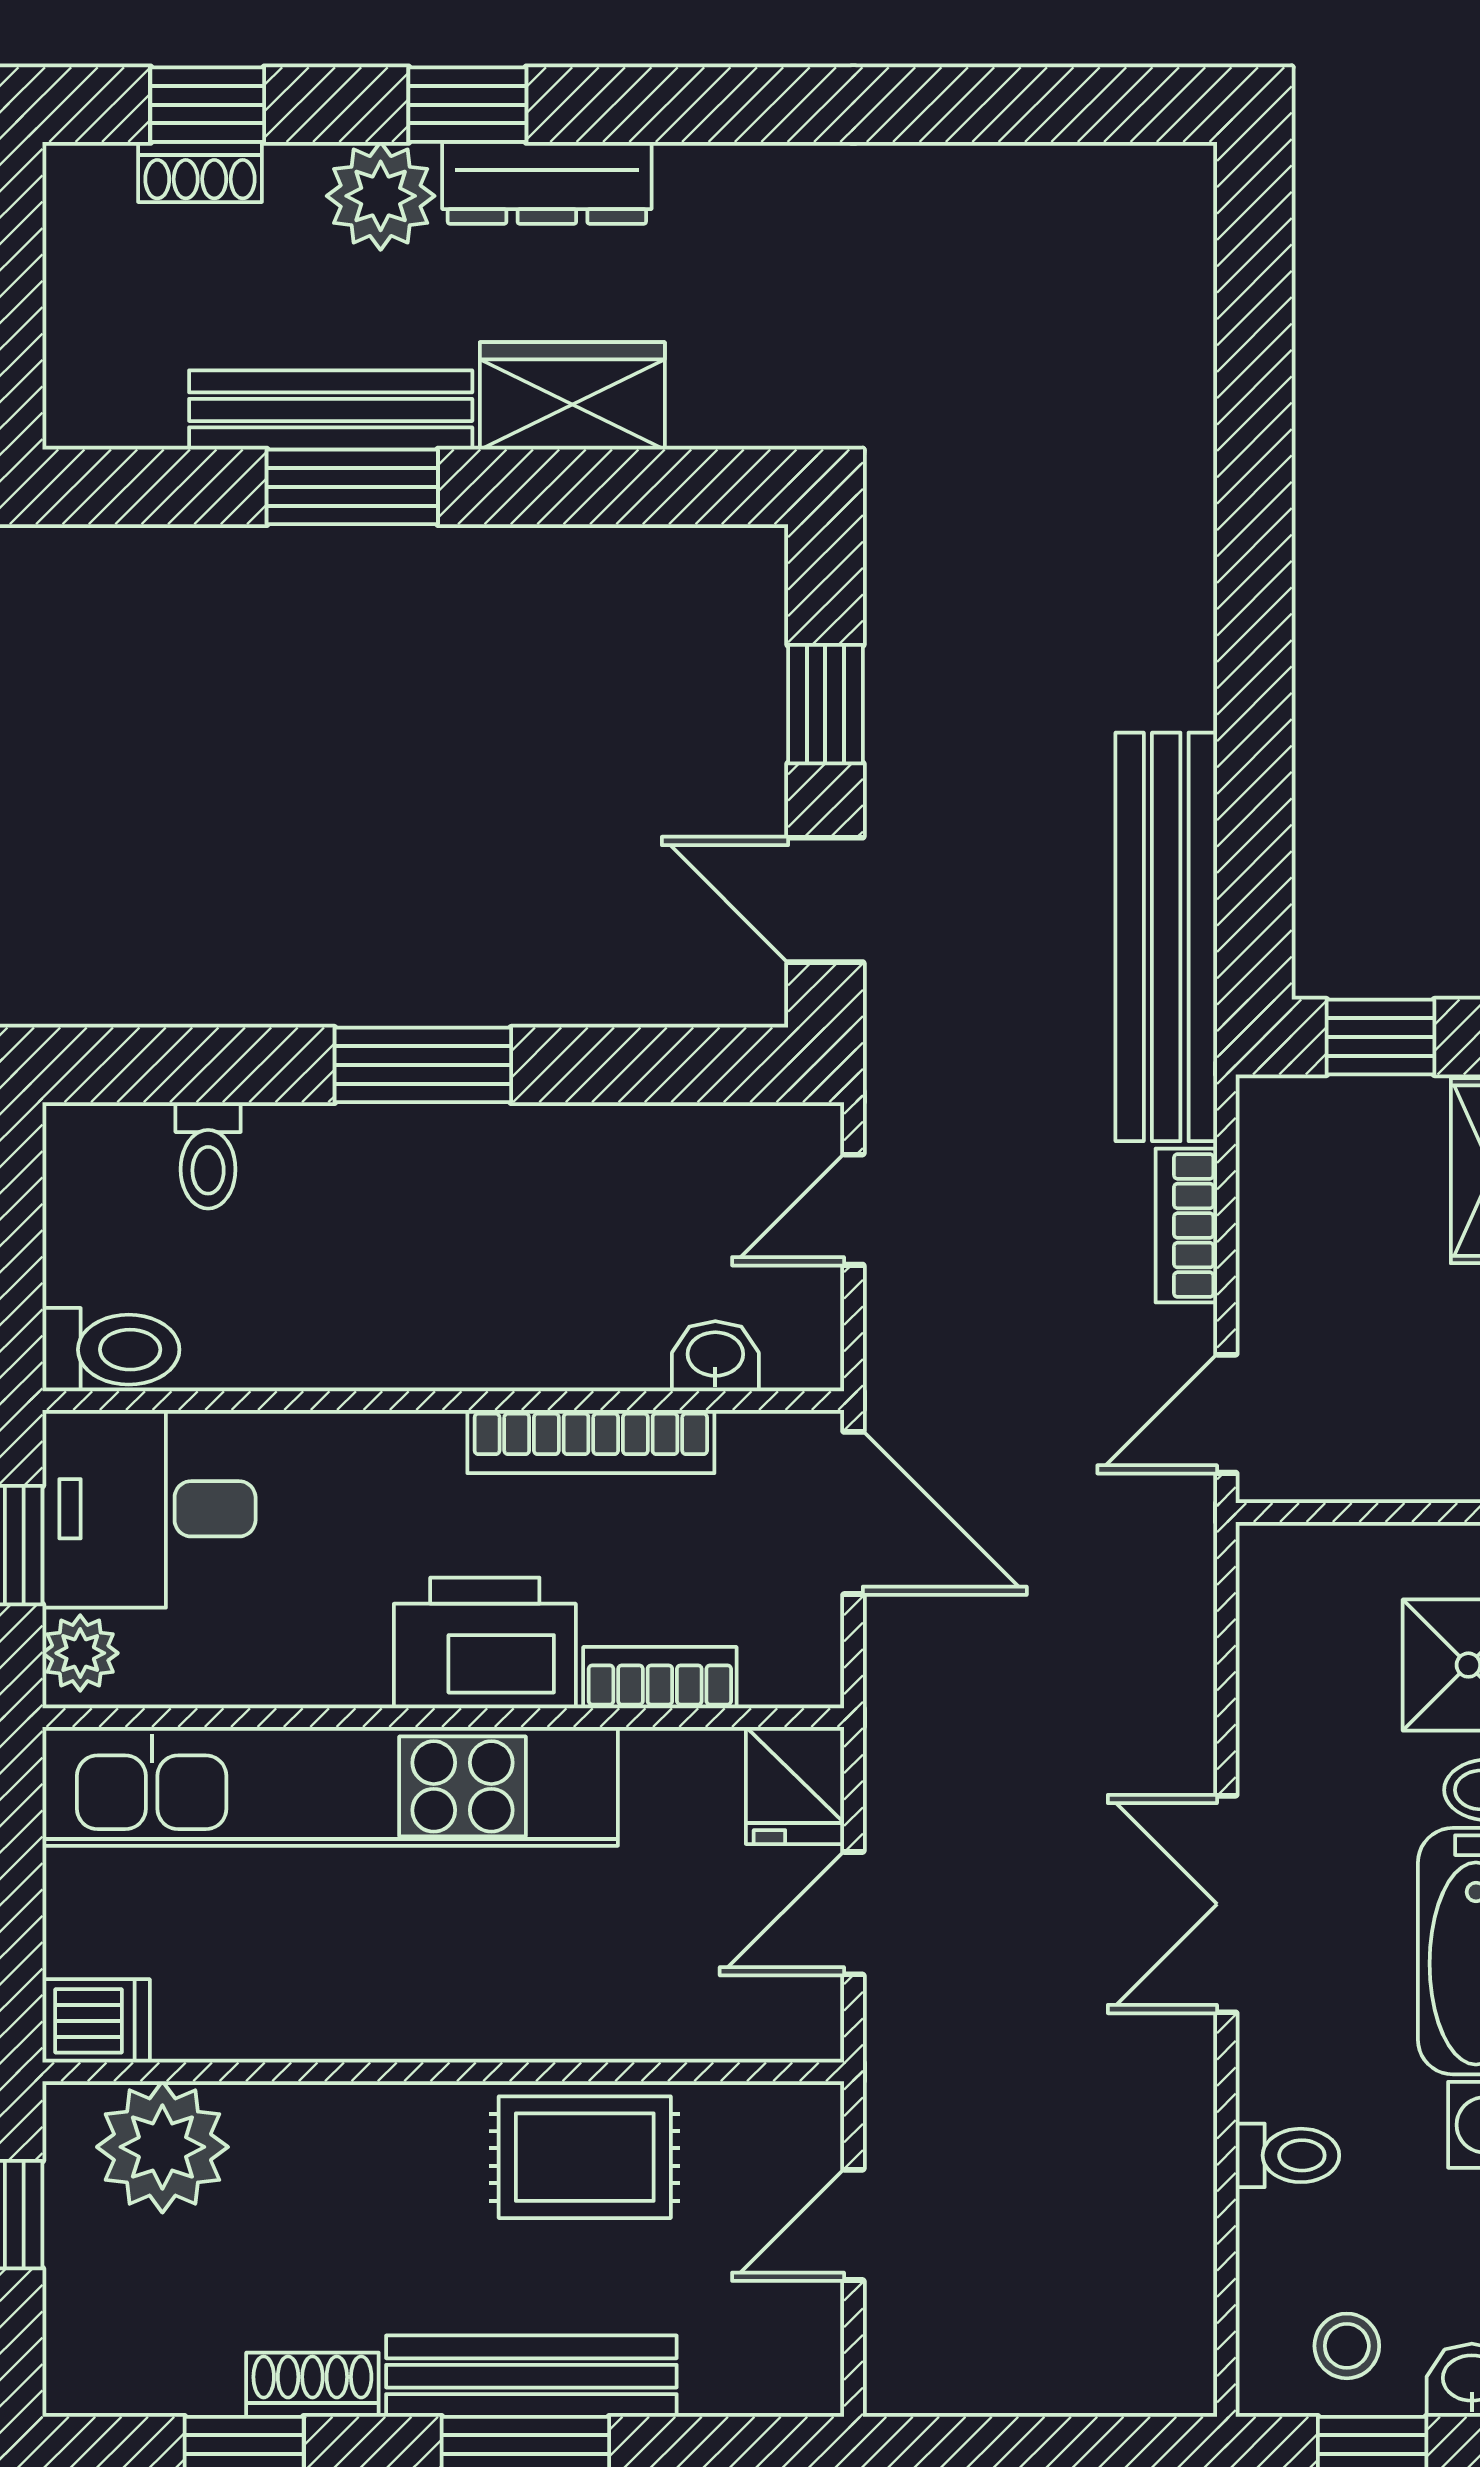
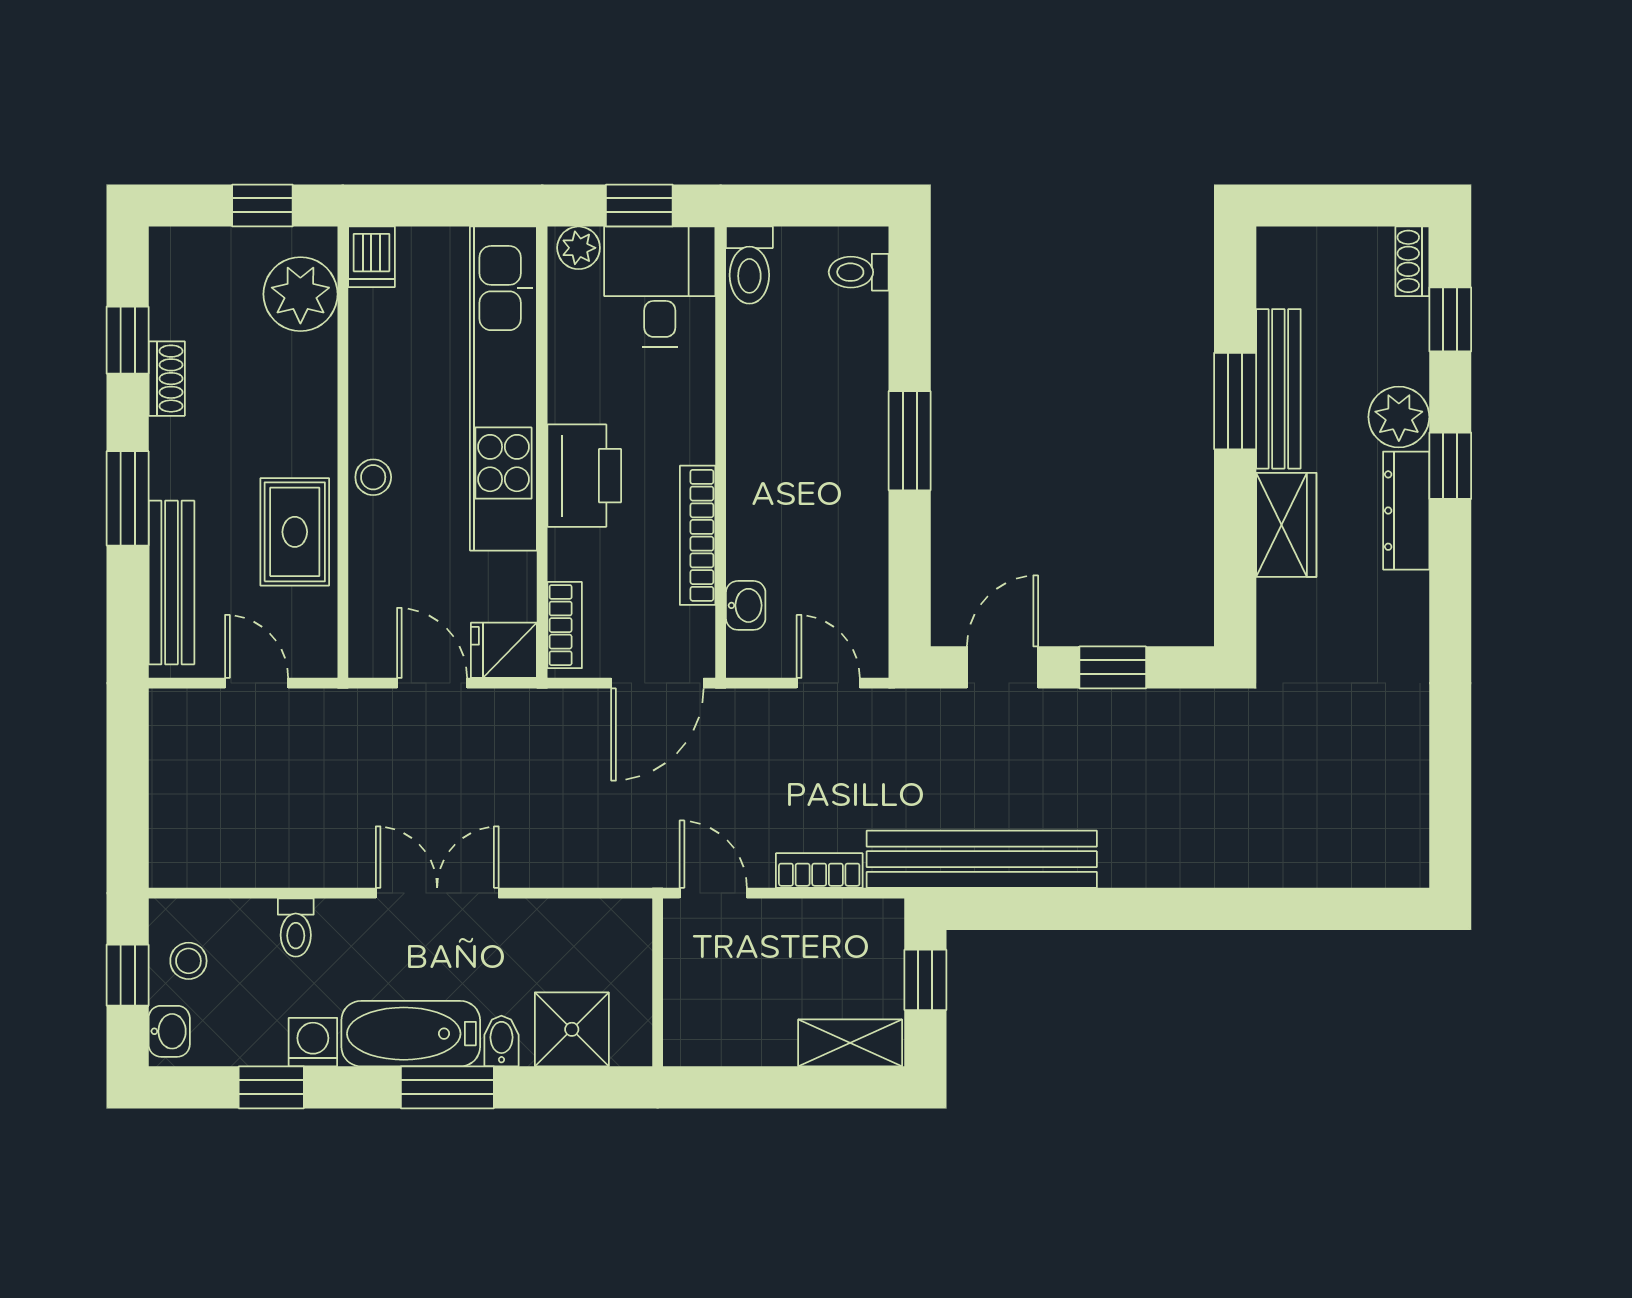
shoe rack: (200, 172) -> (1412, 261), moved
toilet: (208, 1155) -> (859, 272), moved
bookcase: (660, 1678) -> (565, 625), moved
stool: (488, 2018) -> (373, 477), added
bench: (531, 2376) -> (171, 583), moved

